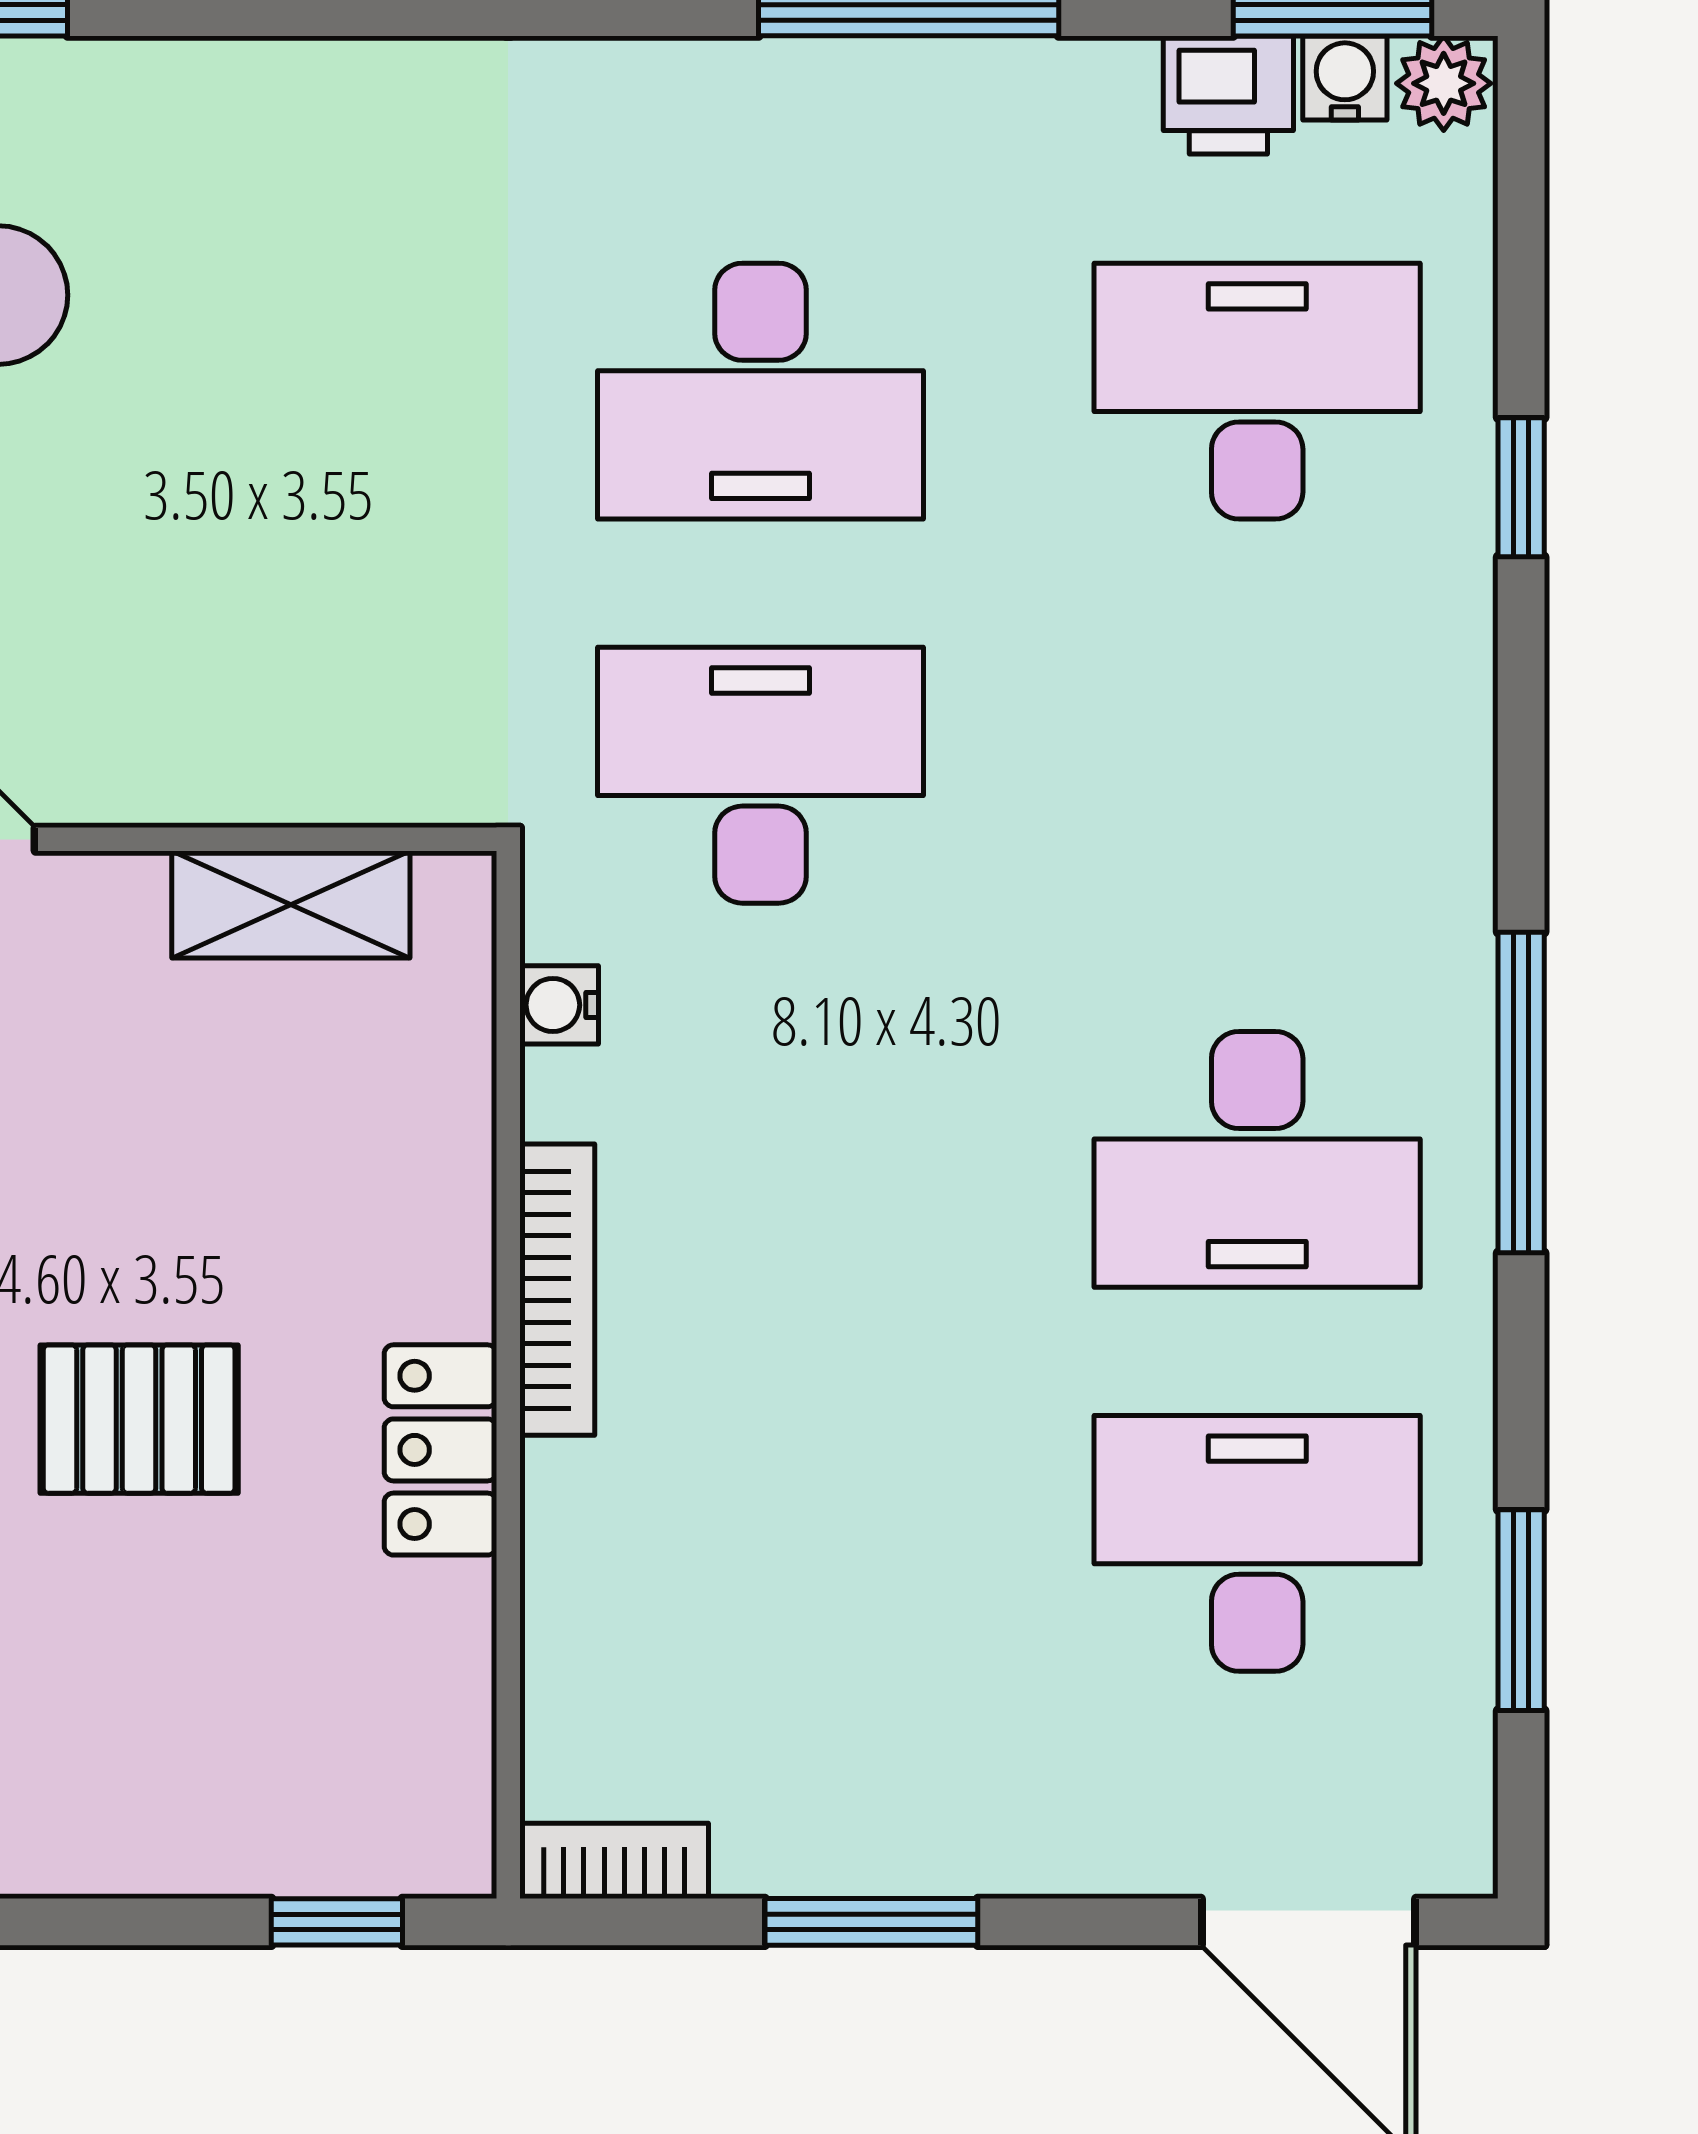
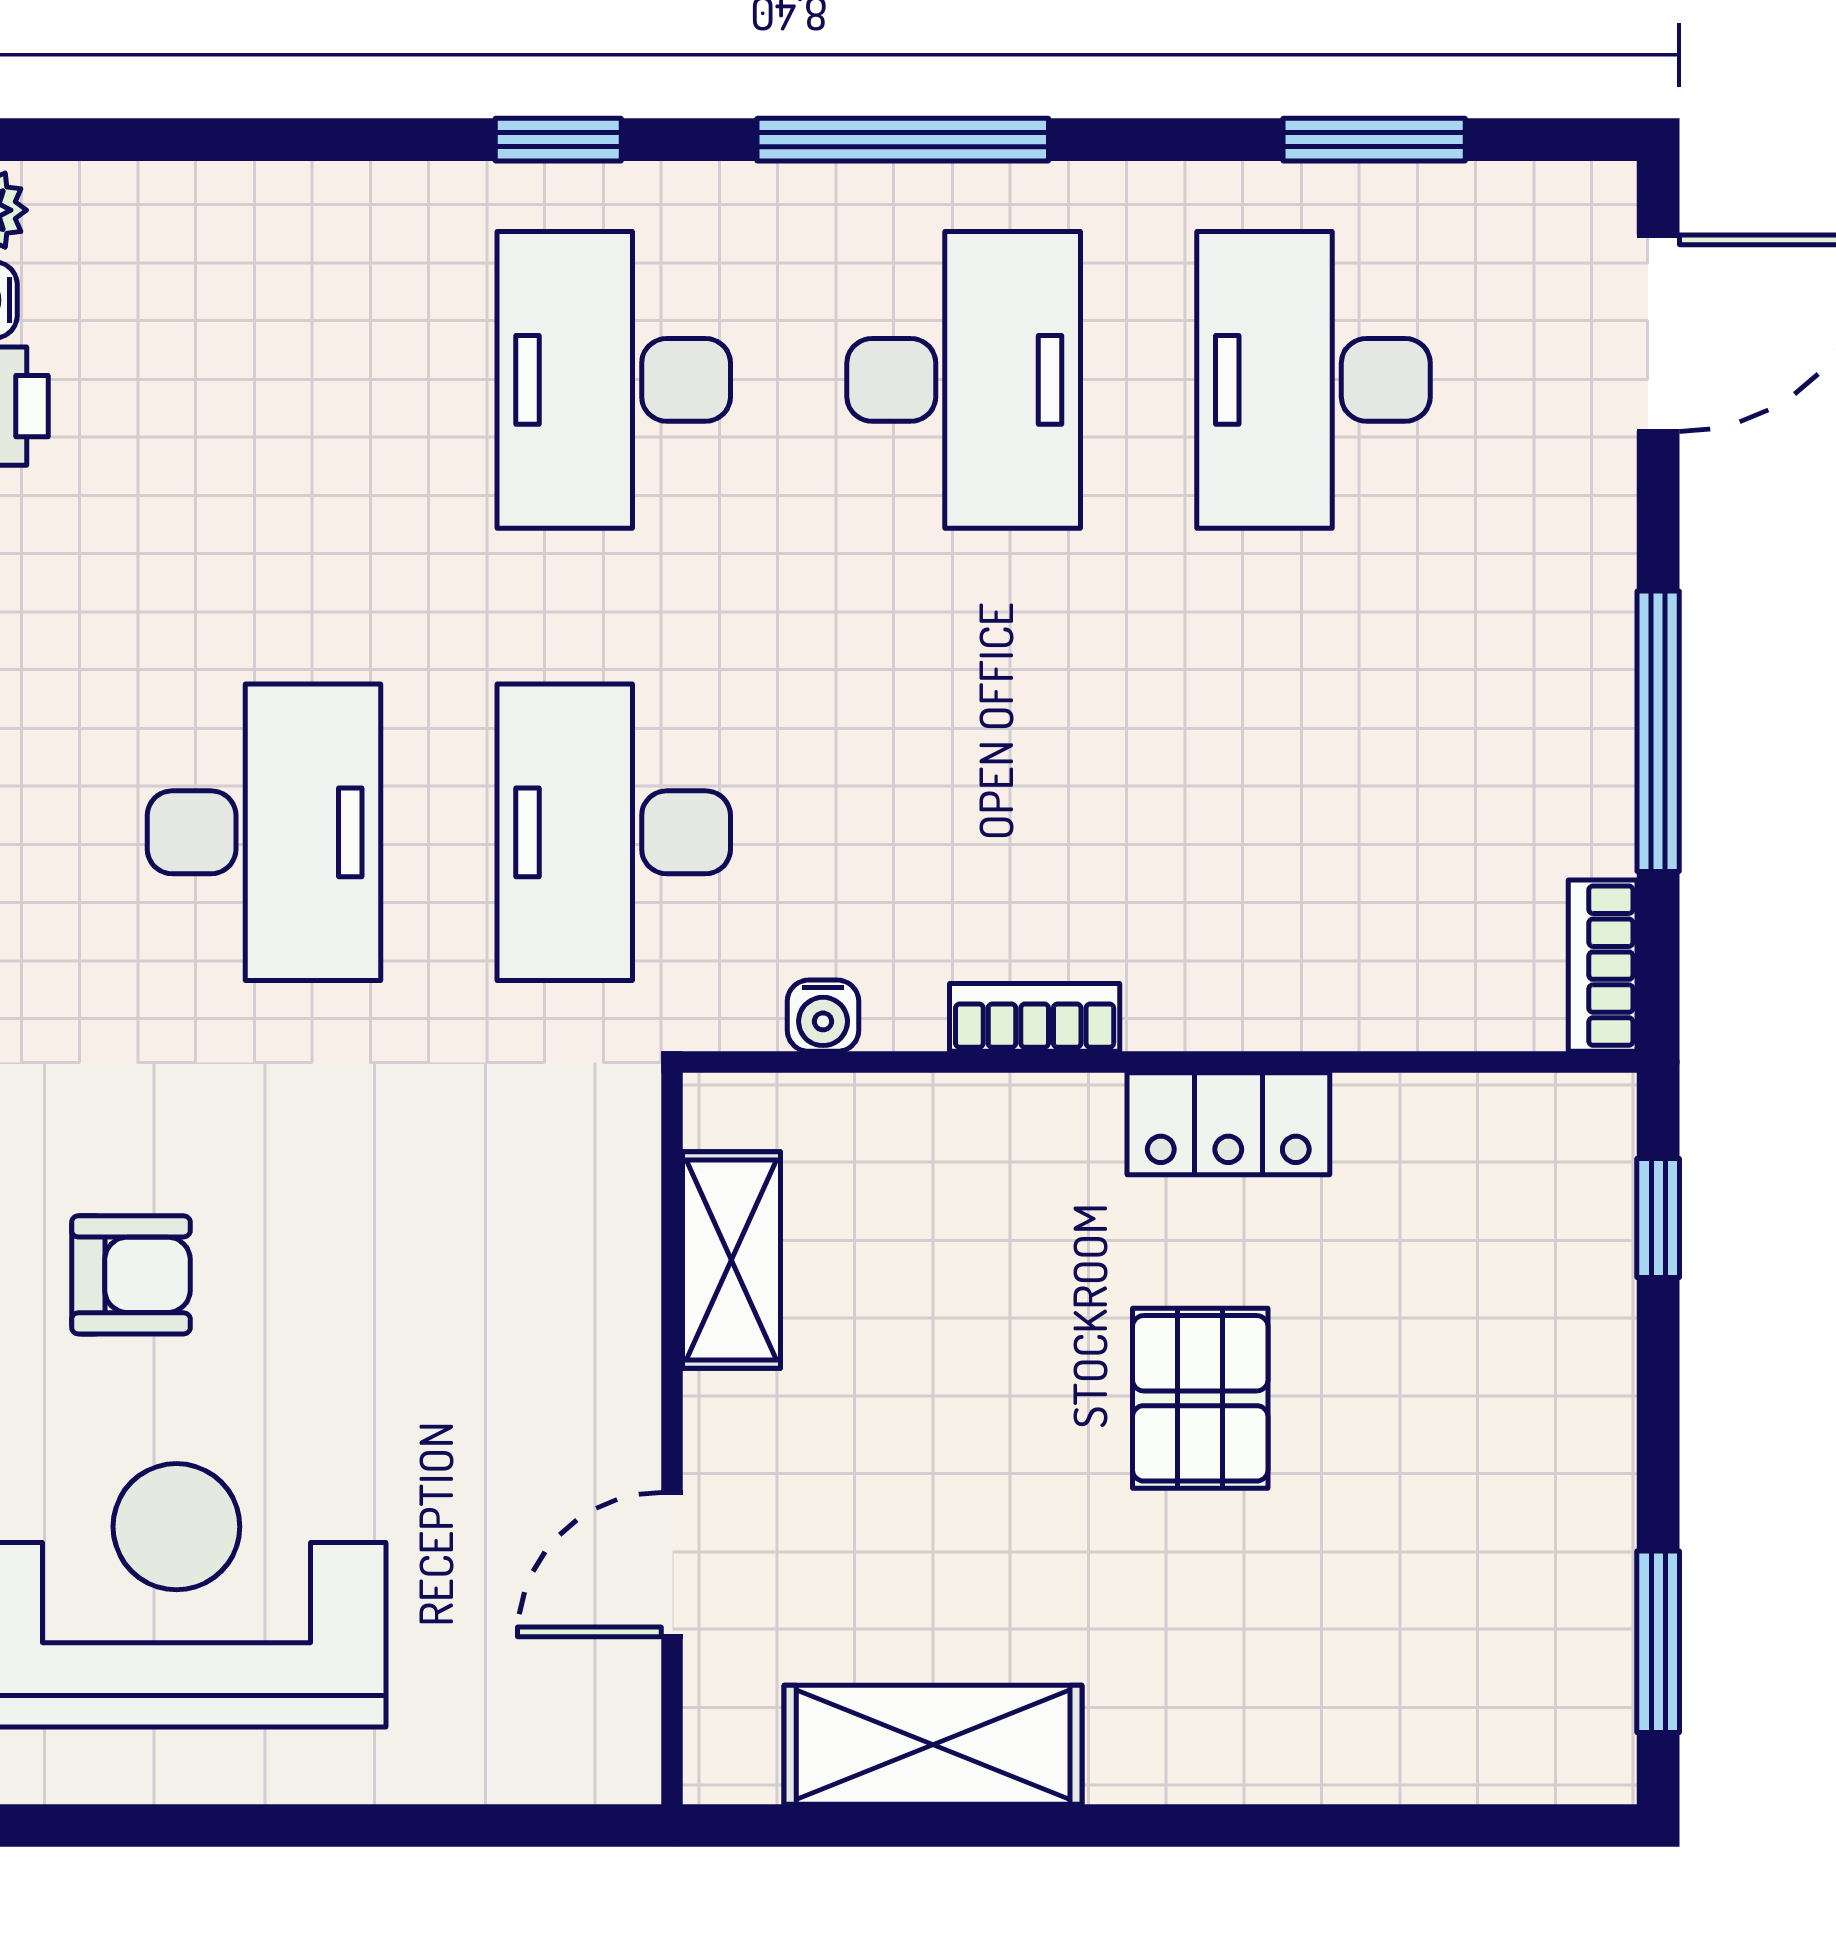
armchair: (275, 245) -> (131, 1275), added
desk: (1257, 391) -> (614, 380), moved
window: (1521, 487) -> (558, 140), moved
bookcase: (557, 1290) -> (1035, 1017), width x0.64
window: (871, 1922) -> (1658, 731), width x1.44

